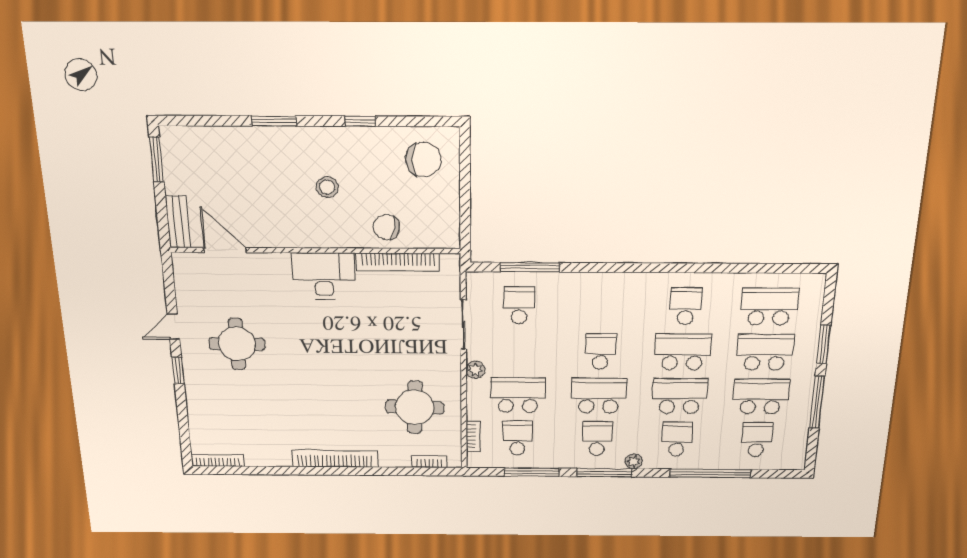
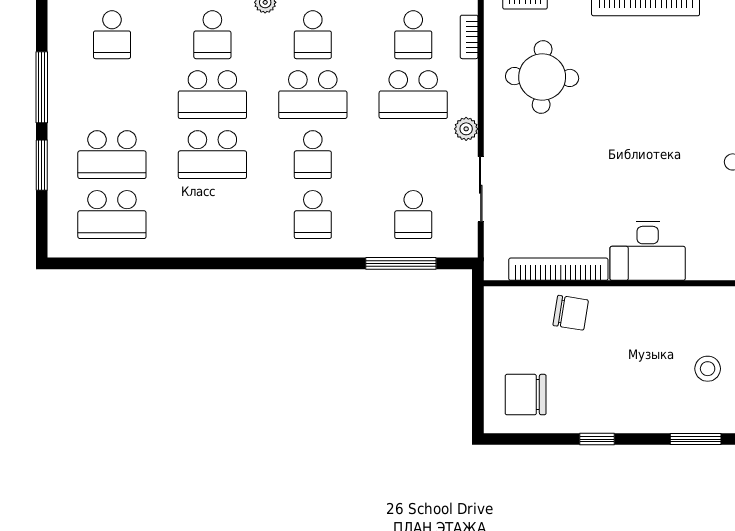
stool: (327, 187) -> (708, 369), moved
school desk: (686, 306) -> (313, 215), moved
school desk: (761, 397) -> (112, 95), removed

